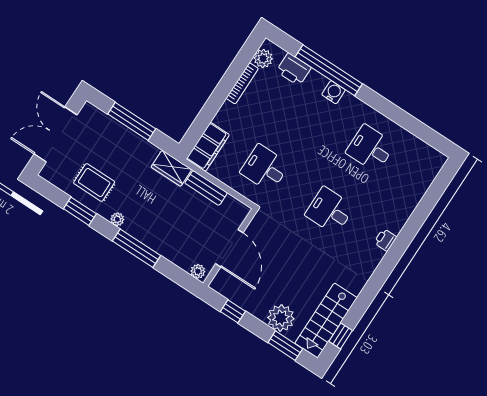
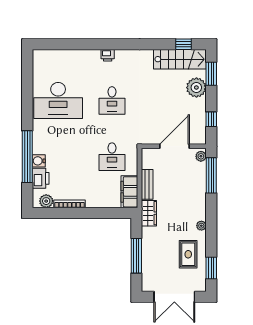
water cooler: (333, 92) -> (39, 161), moved
filing cabinet: (208, 147) -> (129, 192), moved, turned -90
desk: (370, 148) -> (58, 100), width x1.87, depth x1.30
window: (80, 211) -> (211, 268), moved
window: (136, 248) -> (211, 175), moved

